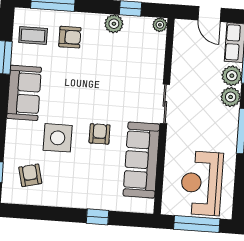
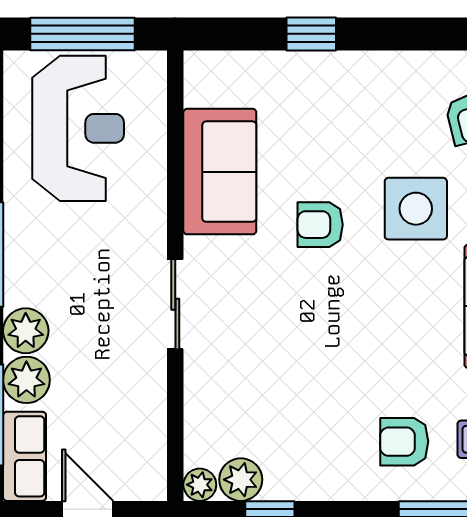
plant: (114, 24) -> (241, 480), moved
armchair: (100, 134) -> (320, 225), turned 90
sofa: (141, 160) -> (220, 172), width x0.73

